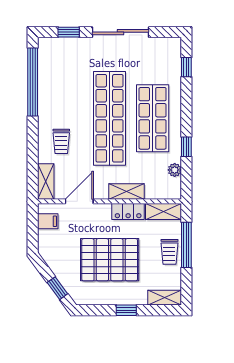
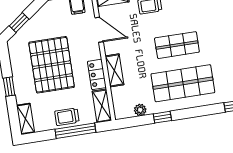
shop shelf: (110, 118) -> (177, 45), width x0.50, depth x0.74

